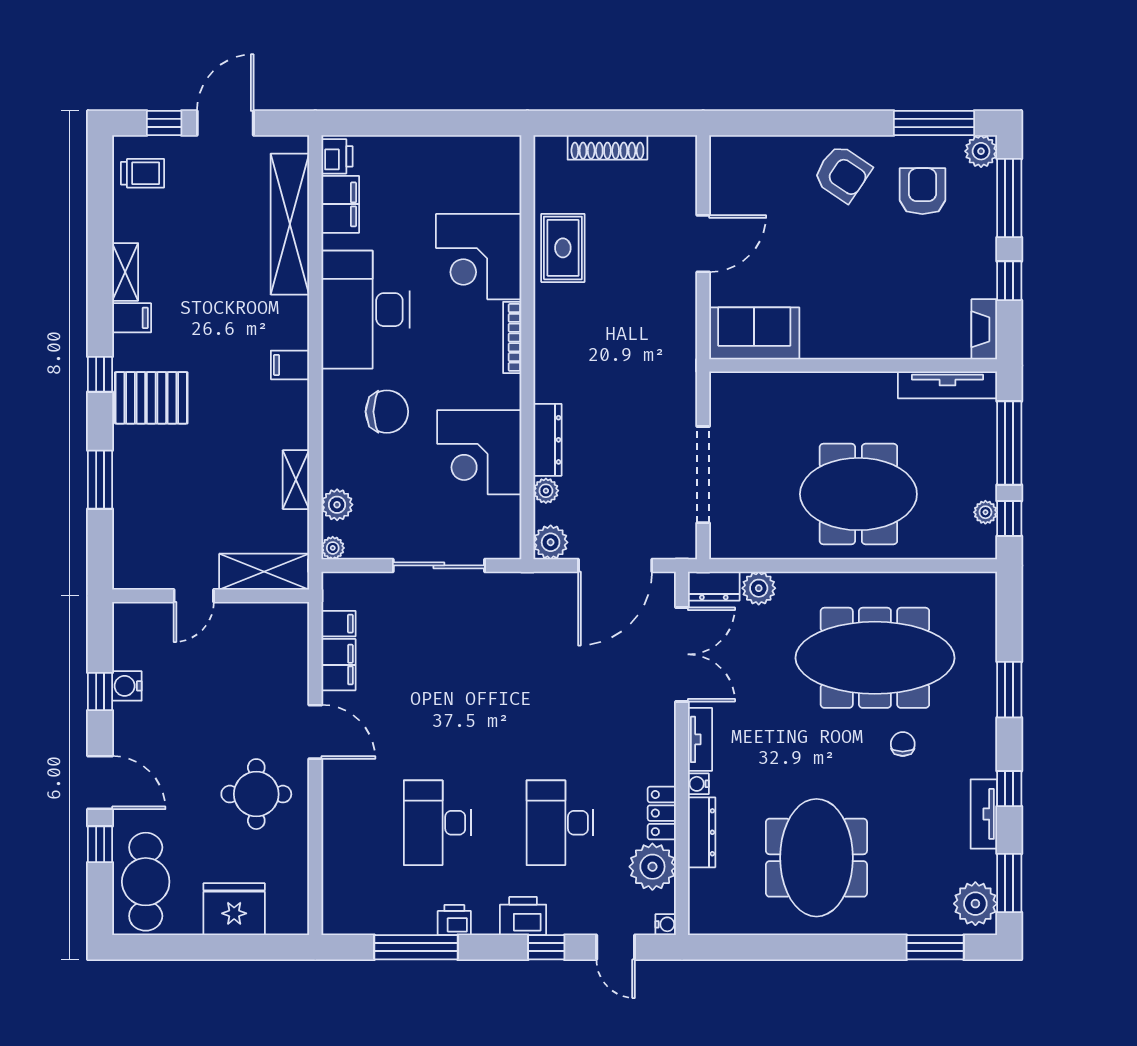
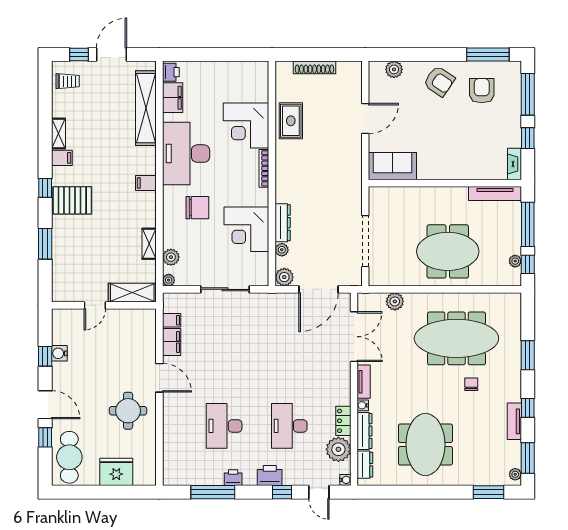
plant: (981, 151) -> (394, 69), moved
dresser: (714, 586) -> (365, 465), moved, turned -90
plant: (975, 904) -> (515, 474), width x0.53, depth x0.53

